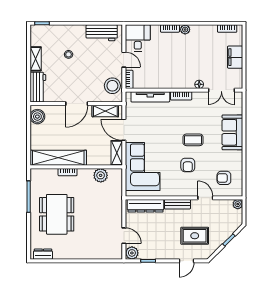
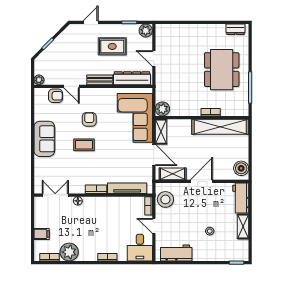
plant: (185, 30) -> (69, 252), moved, width x1.88, depth x1.88
filing cabinet: (235, 57) -> (42, 234), width x0.50
sofa: (232, 132) -> (44, 139), moved
plant: (101, 175) -> (162, 109), moved
armchair: (224, 178) -> (56, 96), moved
door: (124, 236) -> (154, 58), moved
rug: (195, 236) -> (112, 46), moved

